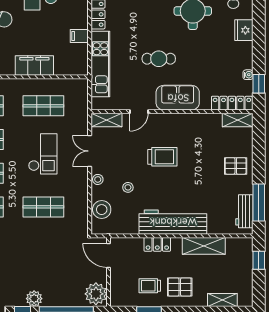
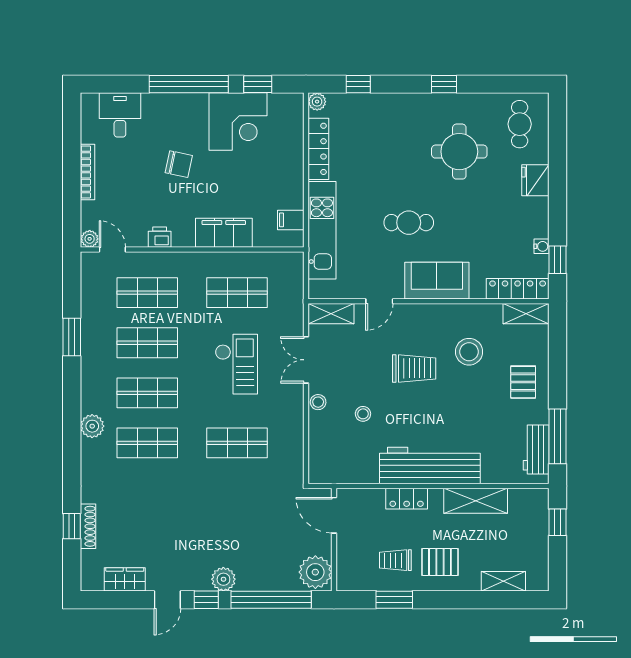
filing cabinet: (79, 36) -> (291, 220), moved
pallet: (236, 166) -> (523, 382), turned 90
stool: (102, 210) -> (469, 352), moved

